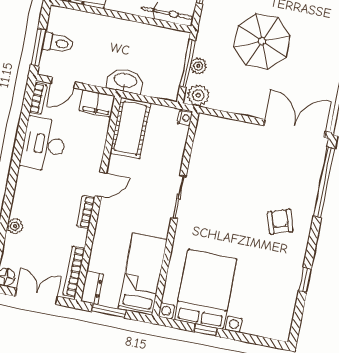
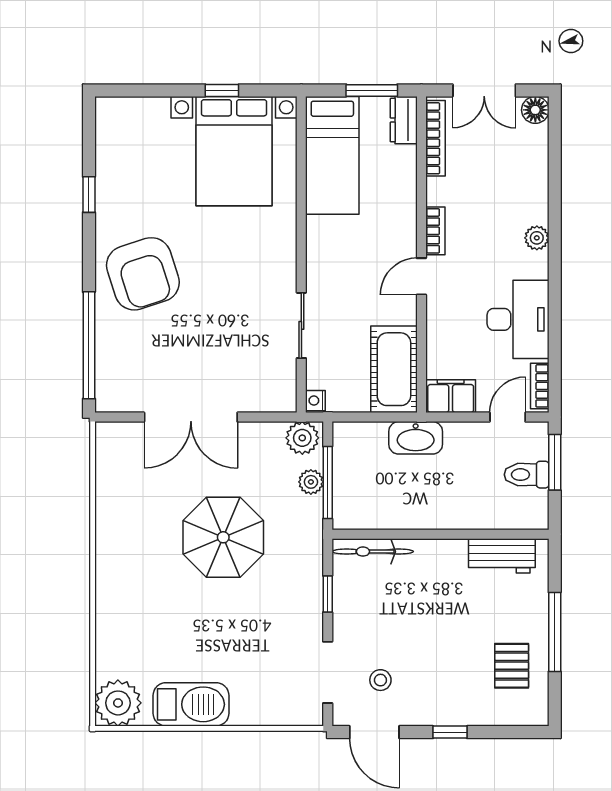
double door: (295, 128) -> (191, 417), moved
sliding door: (179, 197) -> (301, 325), moved
armchair: (280, 222) -> (143, 274), width x1.88, depth x1.88
plant: (15, 226) -> (537, 238), moved

